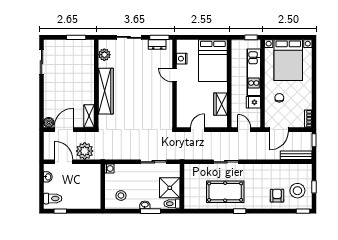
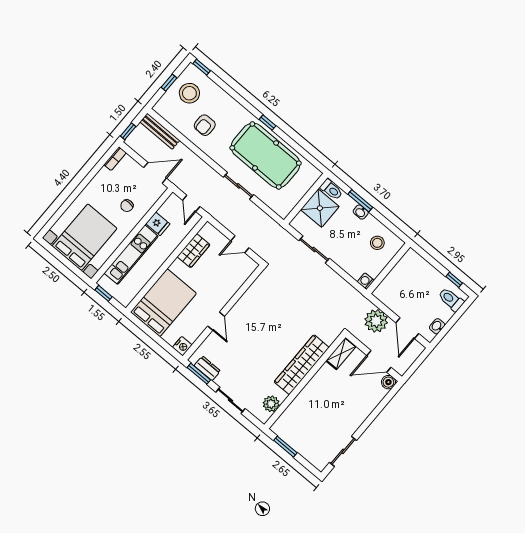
nightstand: (182, 59) -> (182, 346), moved
pool table: (225, 192) -> (266, 155), width x1.36, depth x1.32
armchair: (277, 196) -> (205, 125), moved

